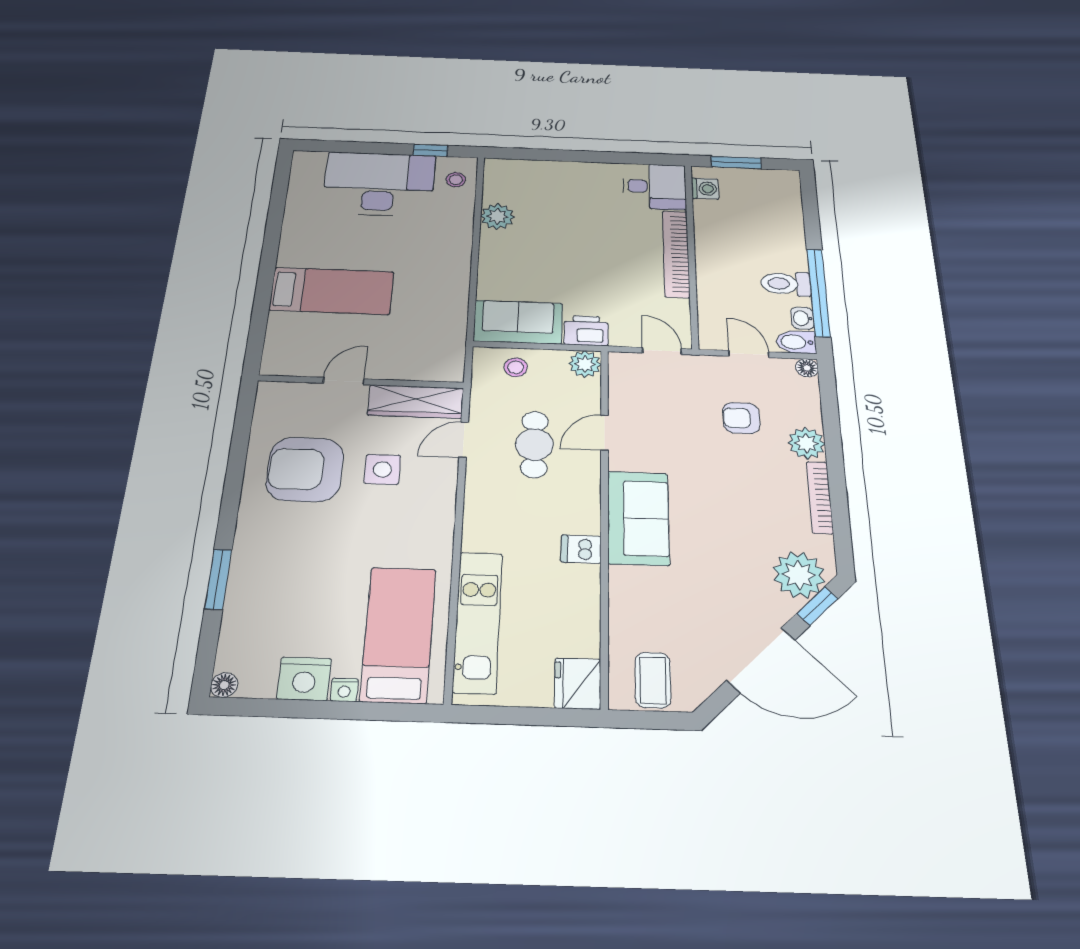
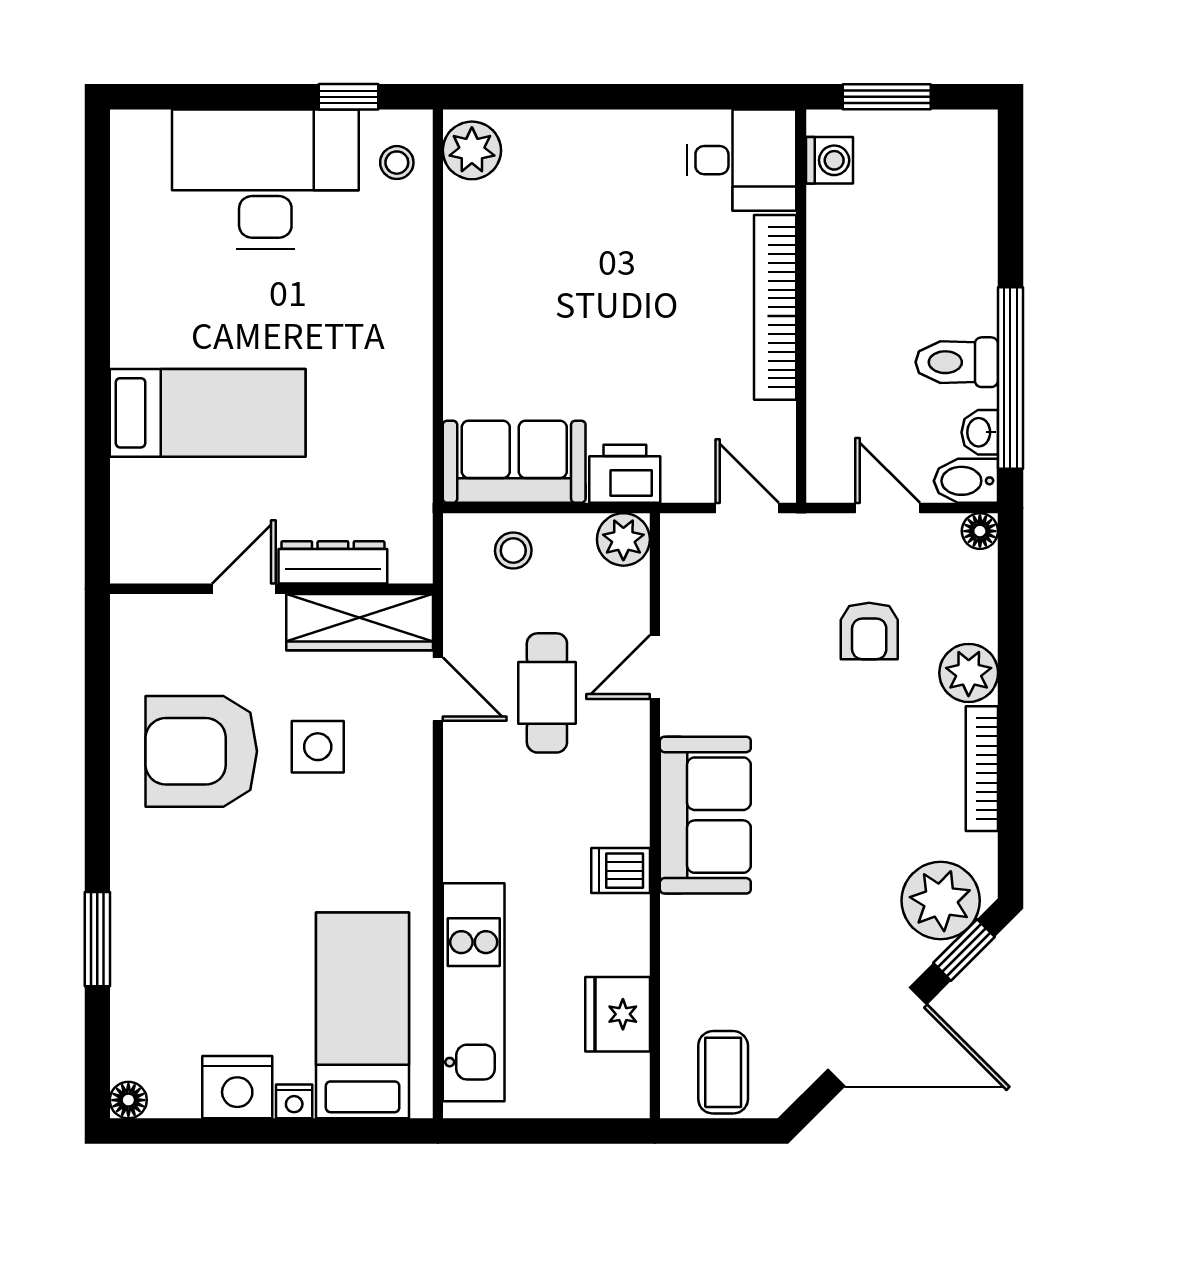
plant: (497, 216) -> (472, 150), moved
dresser: (402, 369) -> (333, 562), added
armchair: (741, 418) -> (869, 631), turned -90
door: (464, 440) -> (438, 689), swing flipped
fridge: (578, 684) -> (618, 1014), moved

